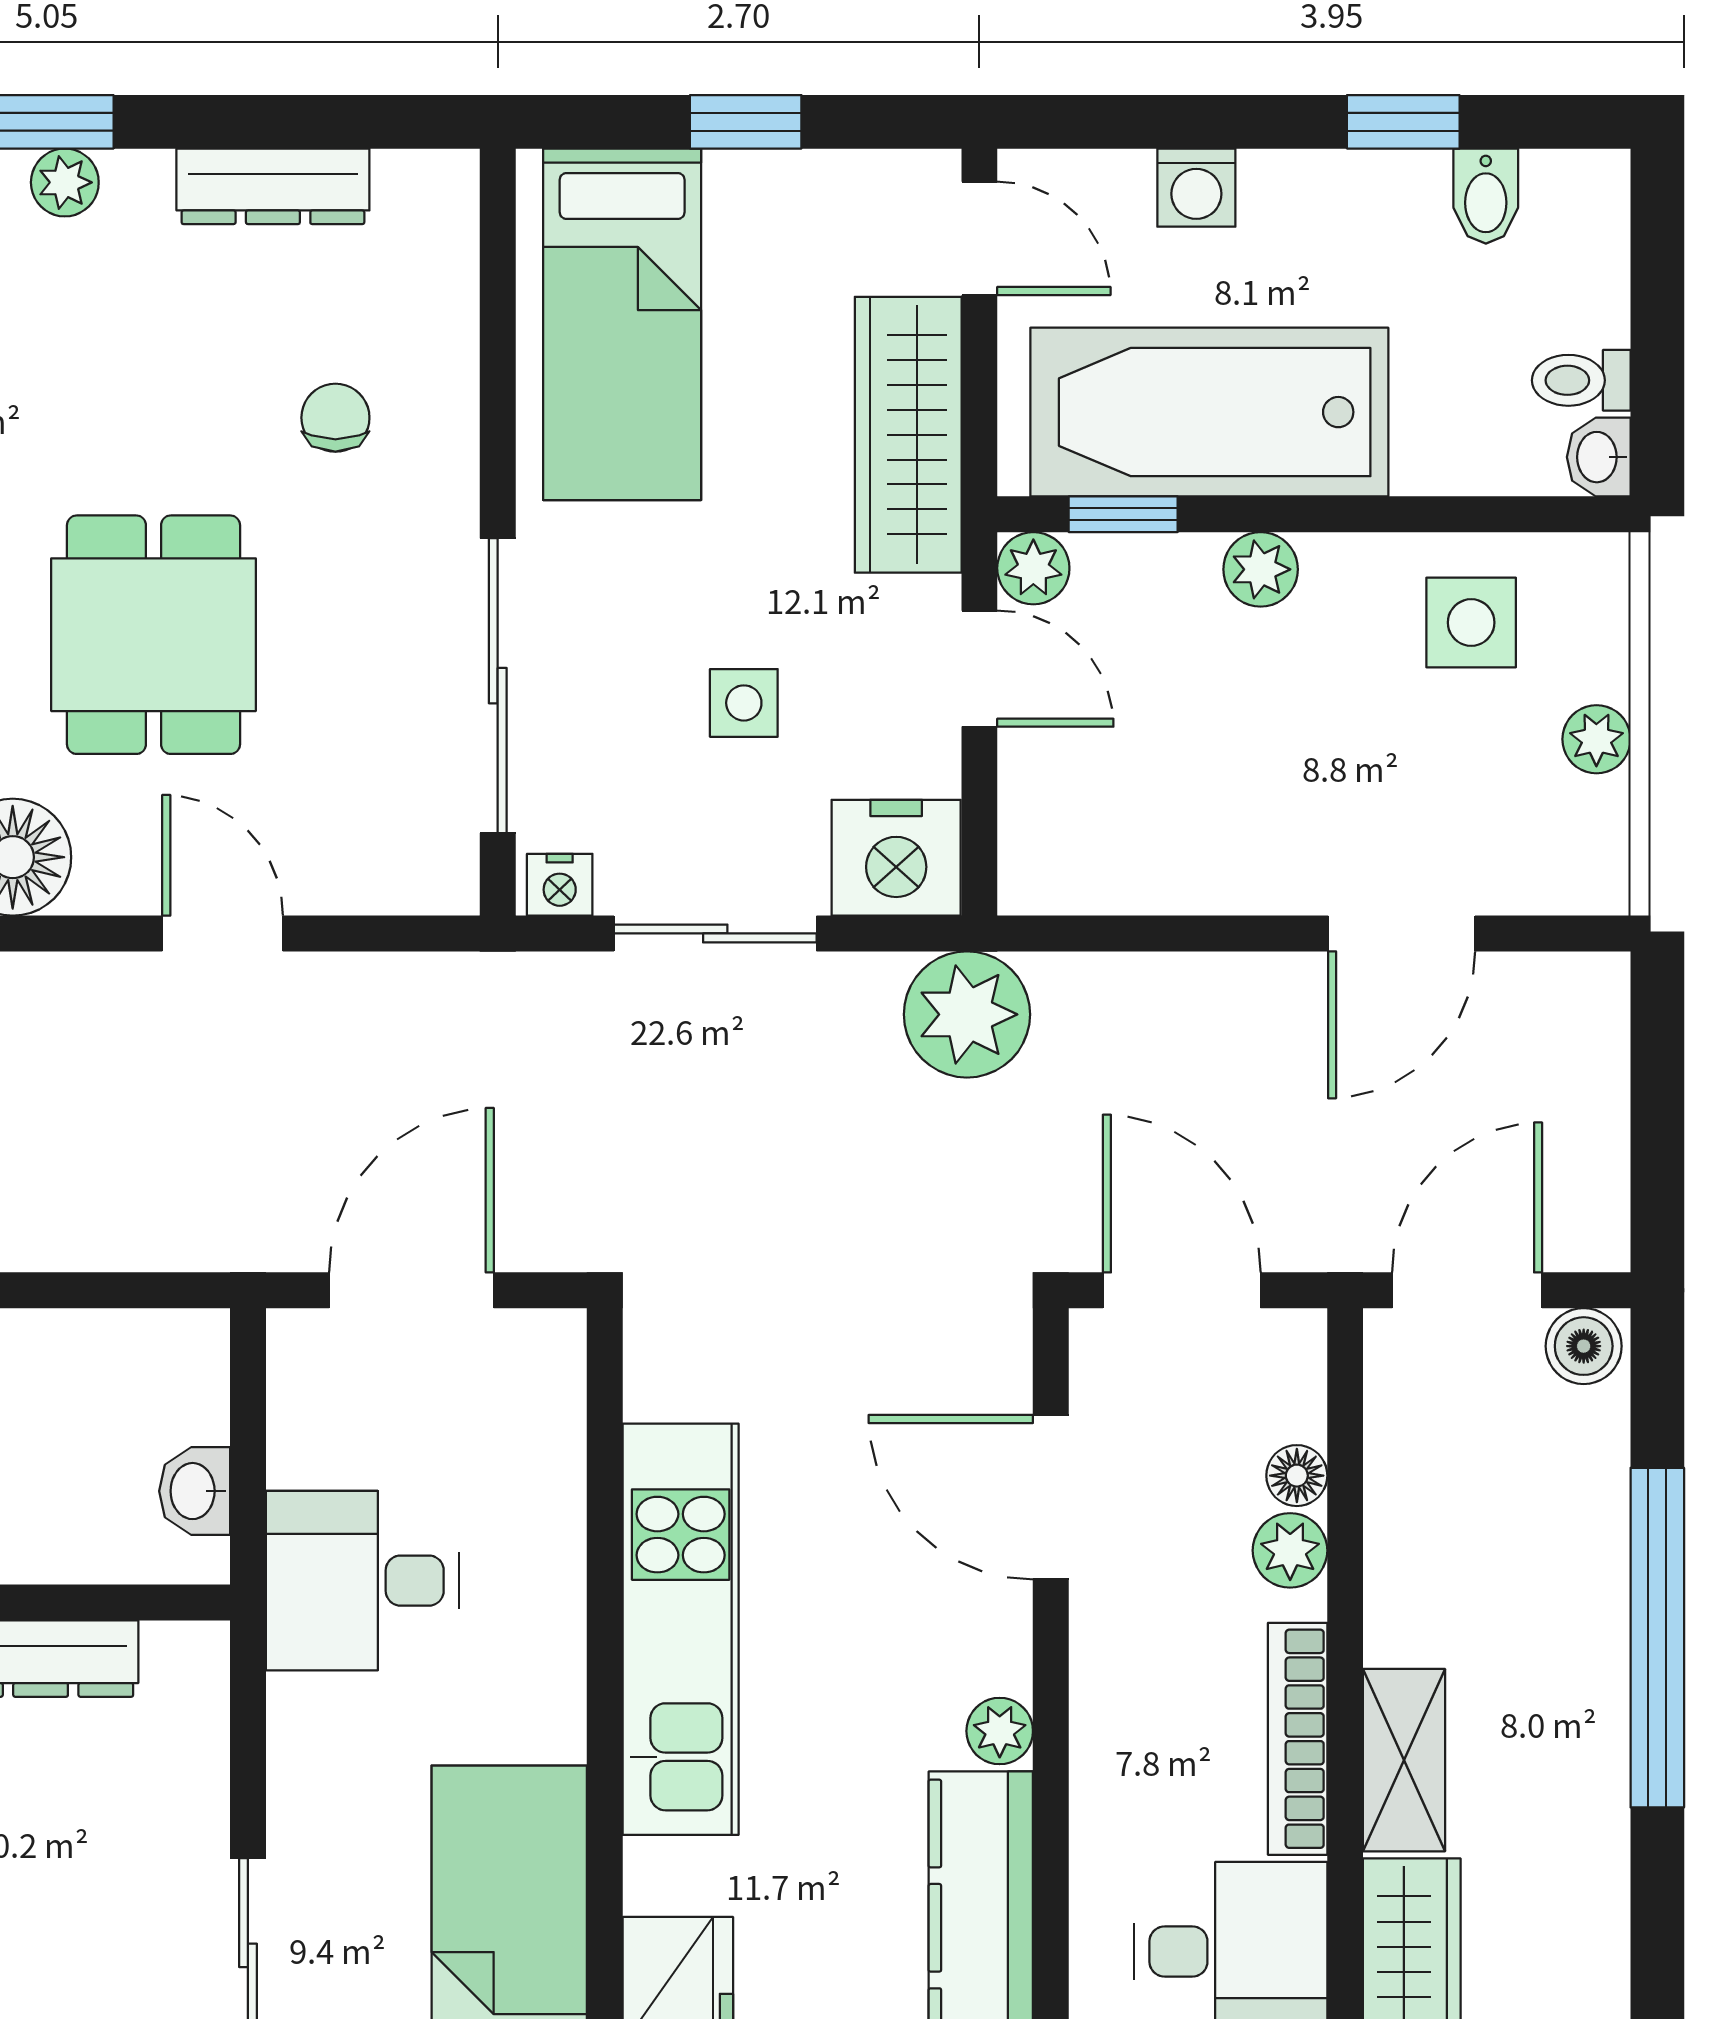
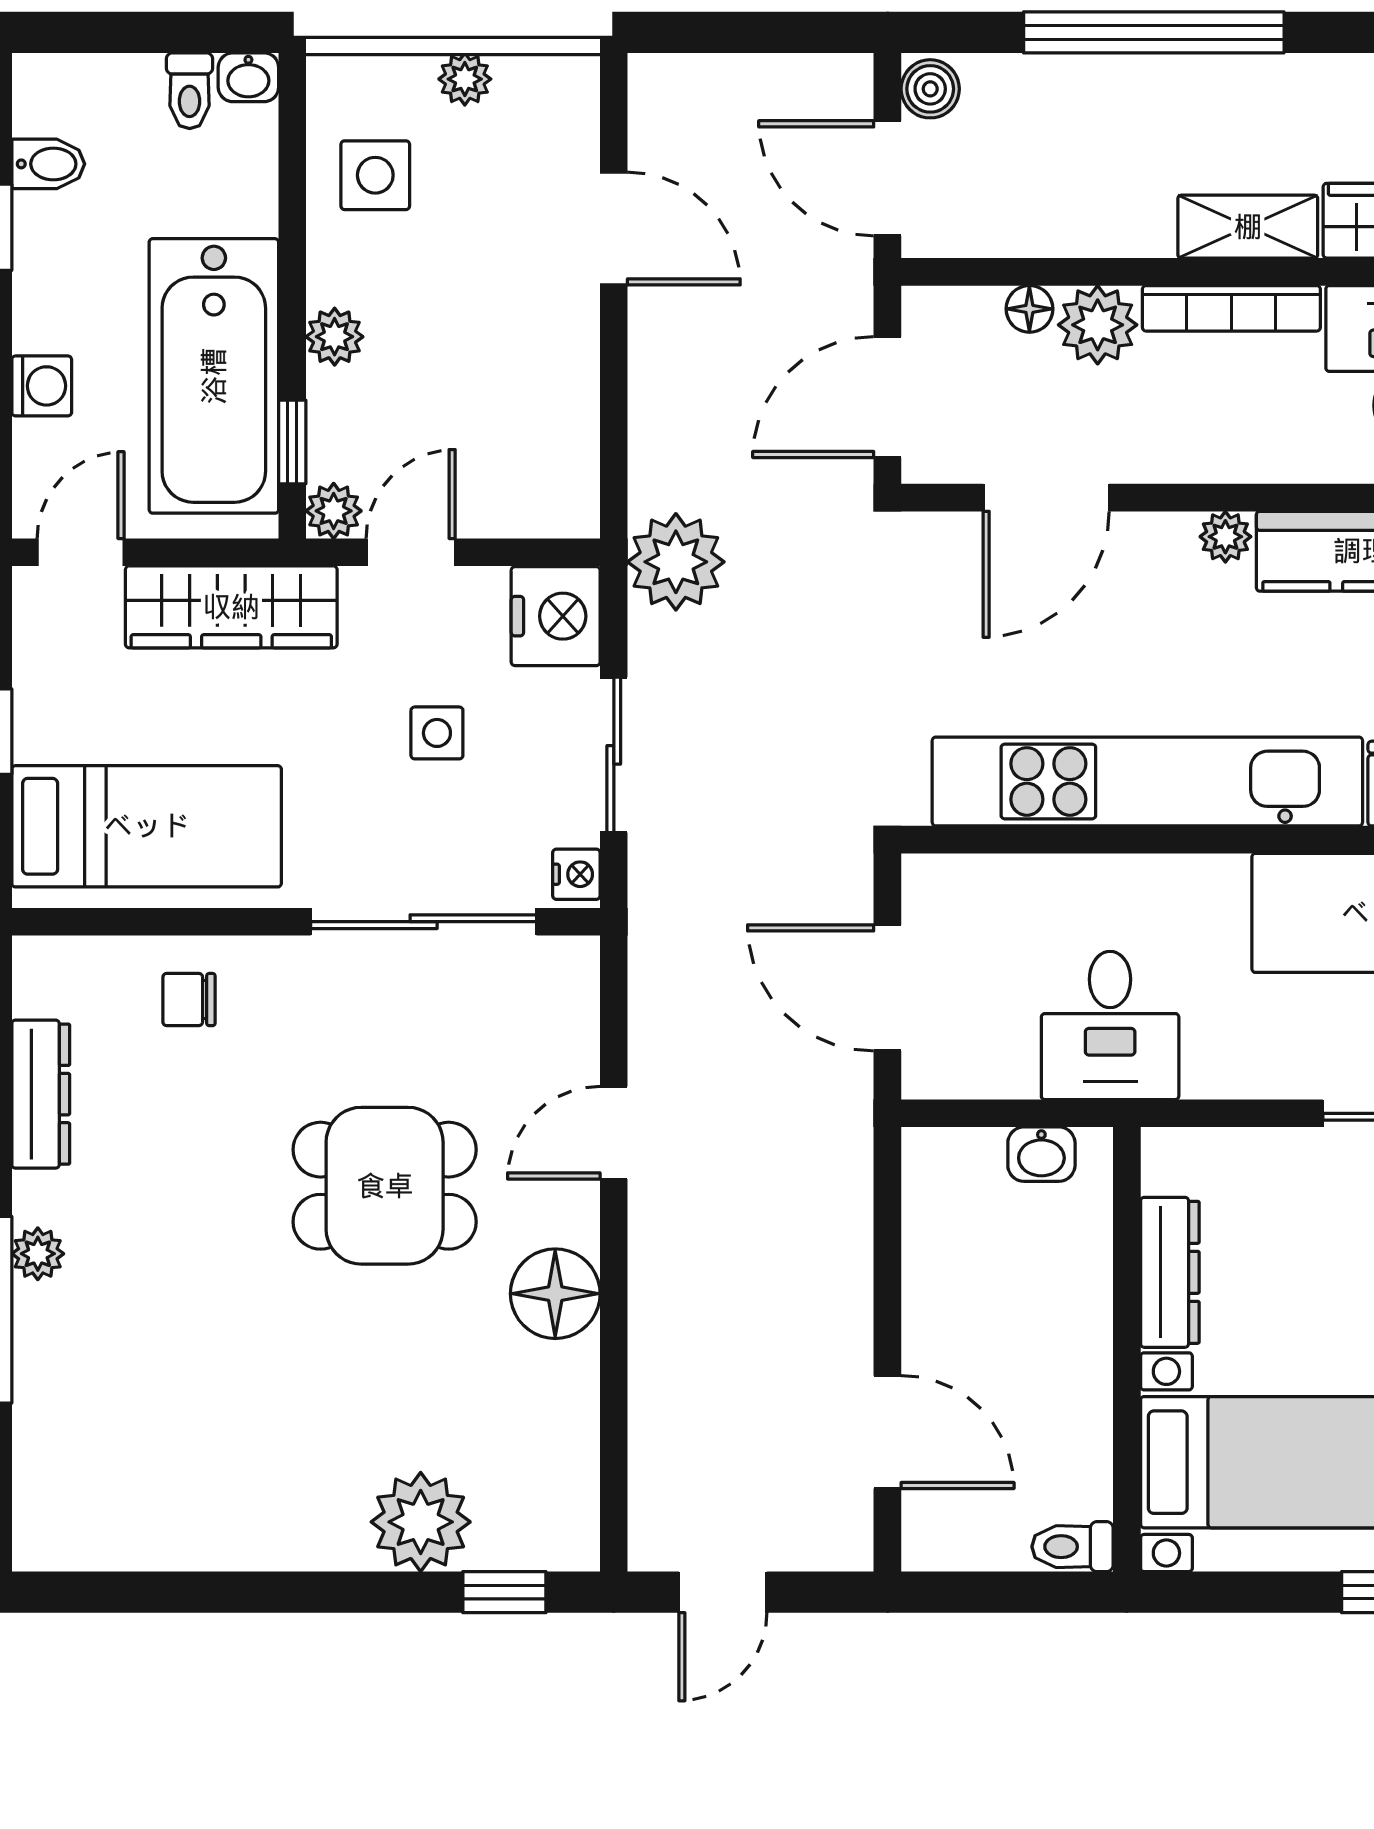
chair: (335, 418) -> (189, 1000), moved
plant: (1290, 1550) -> (1098, 325), width x1.38, depth x1.38
kitchen unit: (681, 1629) -> (1147, 781), width x1.36

